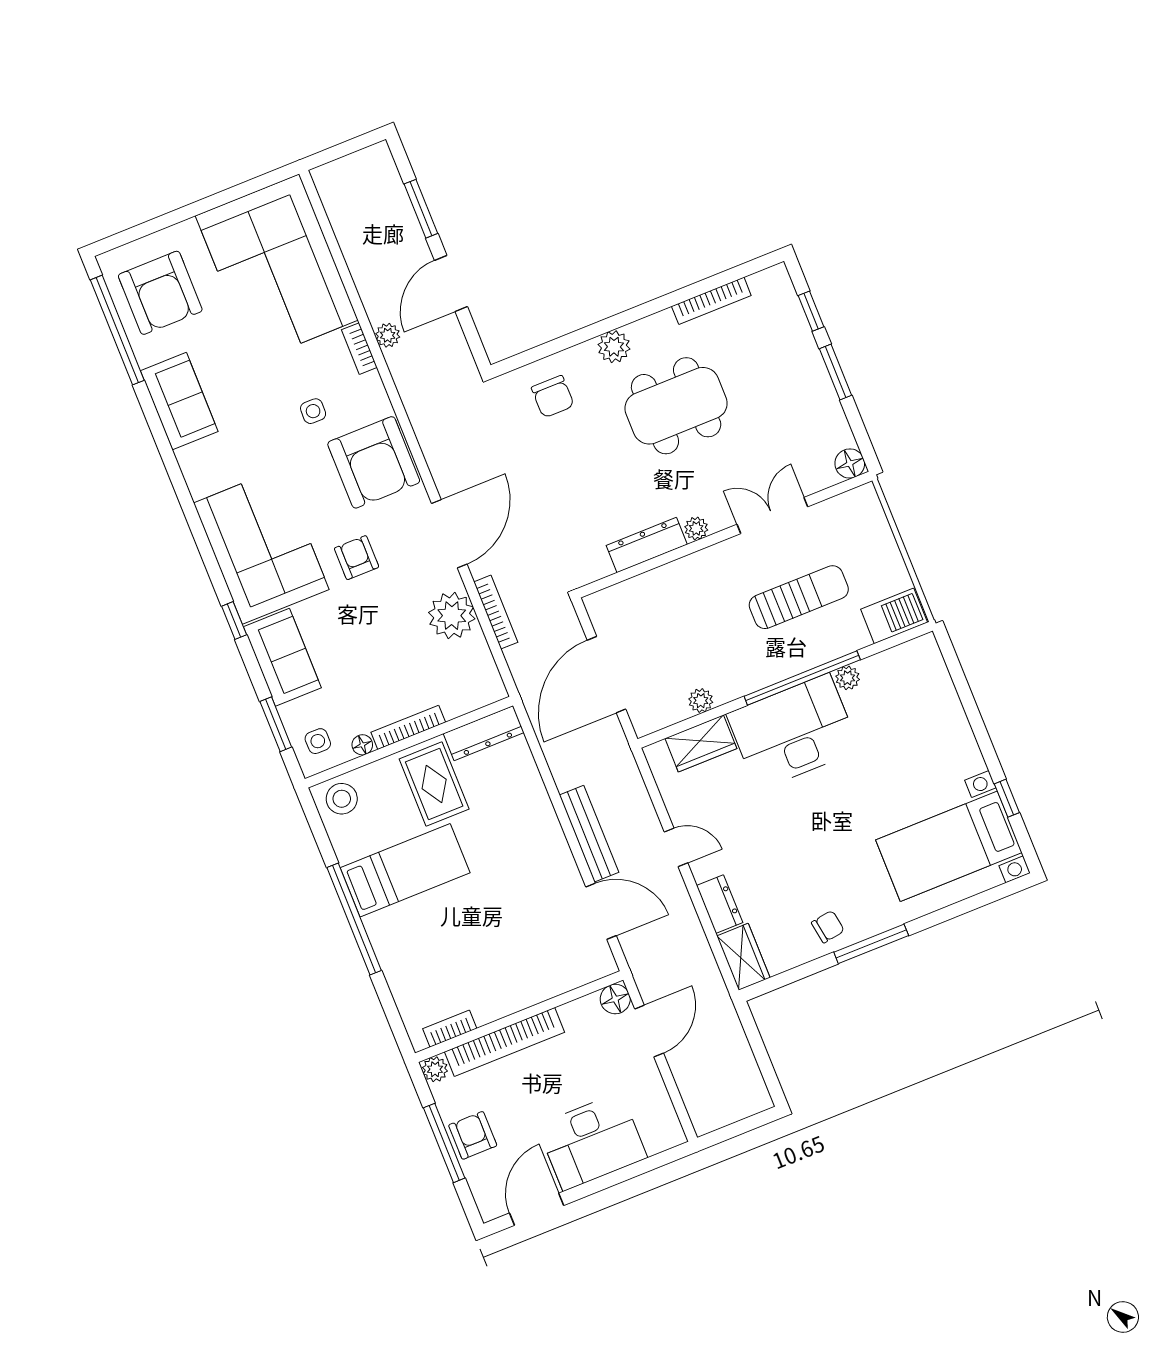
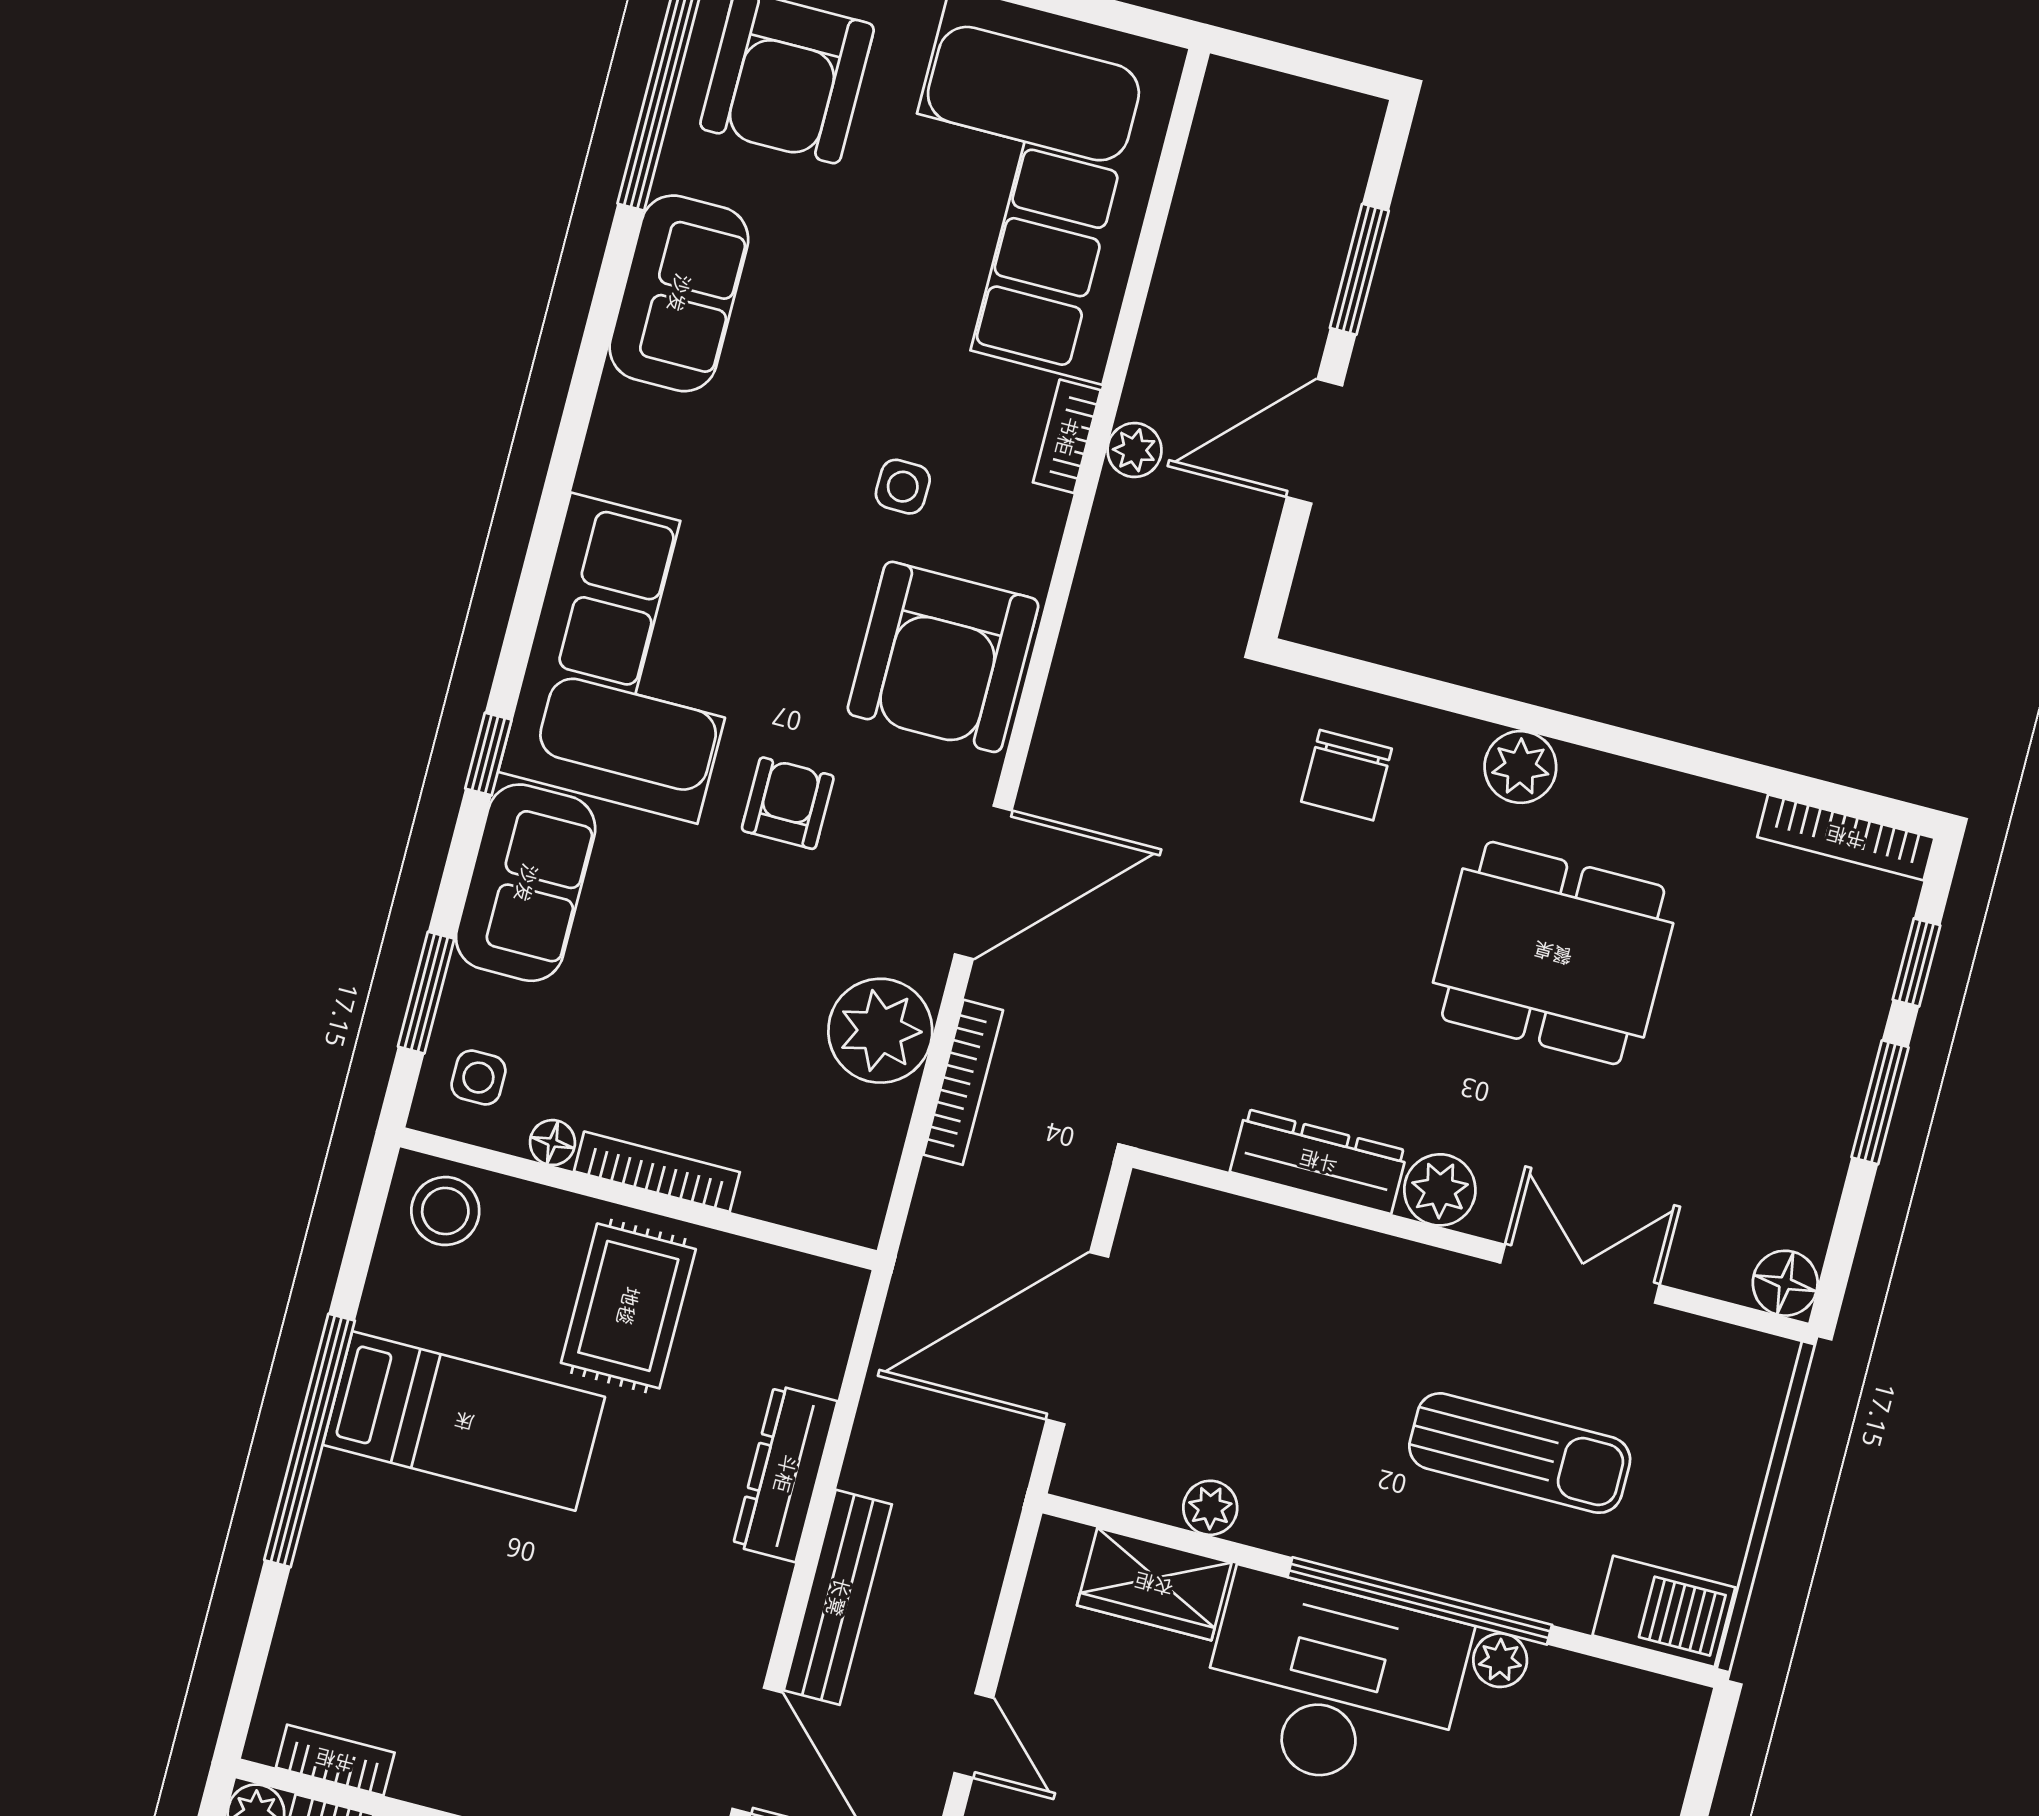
bookcase: (711, 301) -> (1846, 837), moved
plant: (696, 528) -> (1440, 1190), width x1.38, depth x1.38
dresser: (484, 733) -> (785, 1473), moved, turned 90

